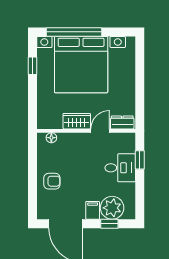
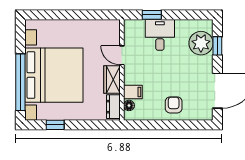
dresser: (122, 122) -> (113, 107), moved
filing cabinet: (93, 210) -> (133, 92), moved, turned 180

